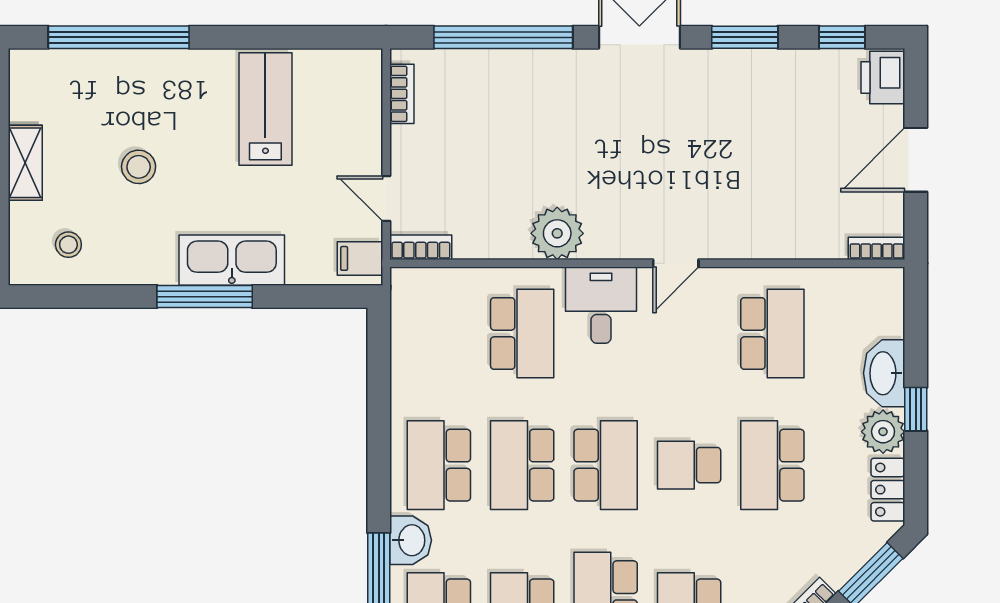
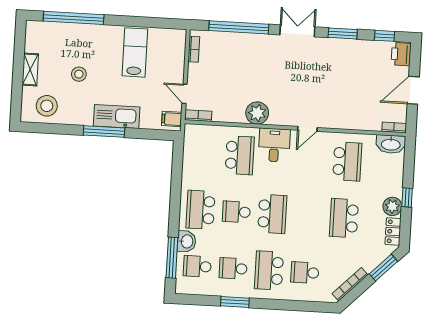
stool: (68, 245) -> (47, 106), width x1.89, depth x1.89
washbasin: (884, 373) -> (391, 144), moved, turned -90
school desk: (522, 465) -> (236, 212), width x0.54
school desk: (689, 465) -> (308, 216), removed

